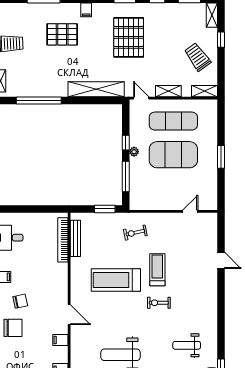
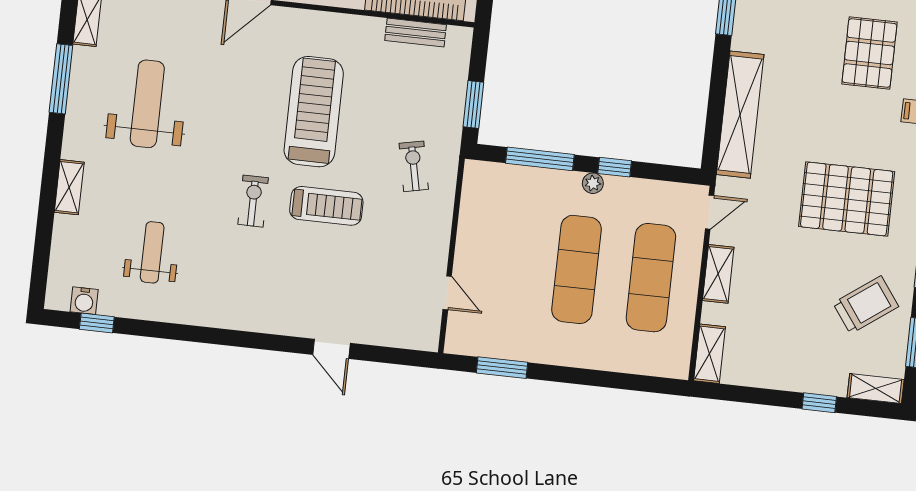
trolley: (197, 57) -> (866, 305), moved
exercise mat: (173, 155) -> (576, 269), width x0.68
window: (221, 157) -> (502, 368), moved
bench: (75, 238) -> (416, 33), width x0.73
door: (221, 260) -> (331, 349), hinge flipped

